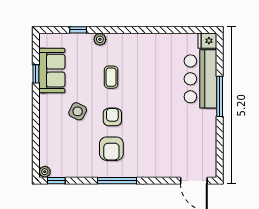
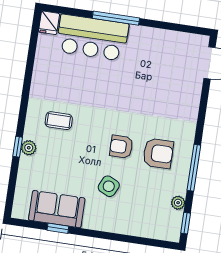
window: (78, 30) -> (18, 147), moved
coffee table: (111, 77) -> (59, 121), moved
plant: (45, 172) -> (178, 203), moved
window: (117, 181) -> (194, 168), moved

